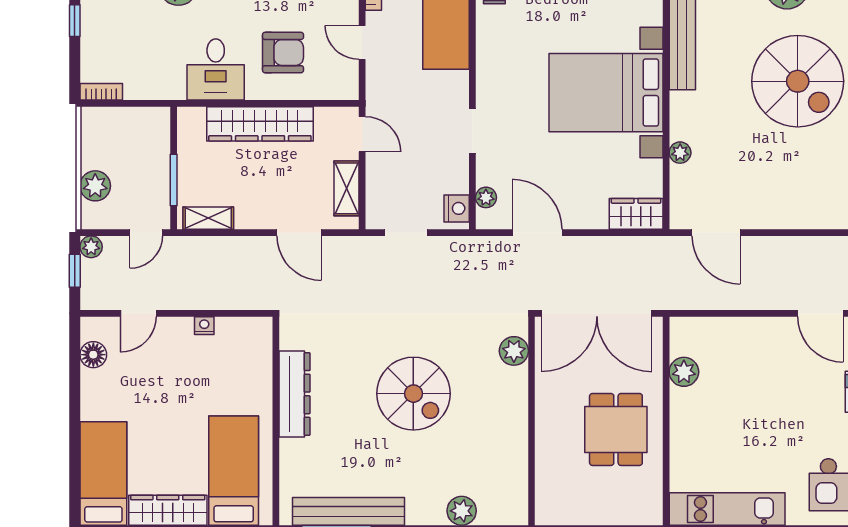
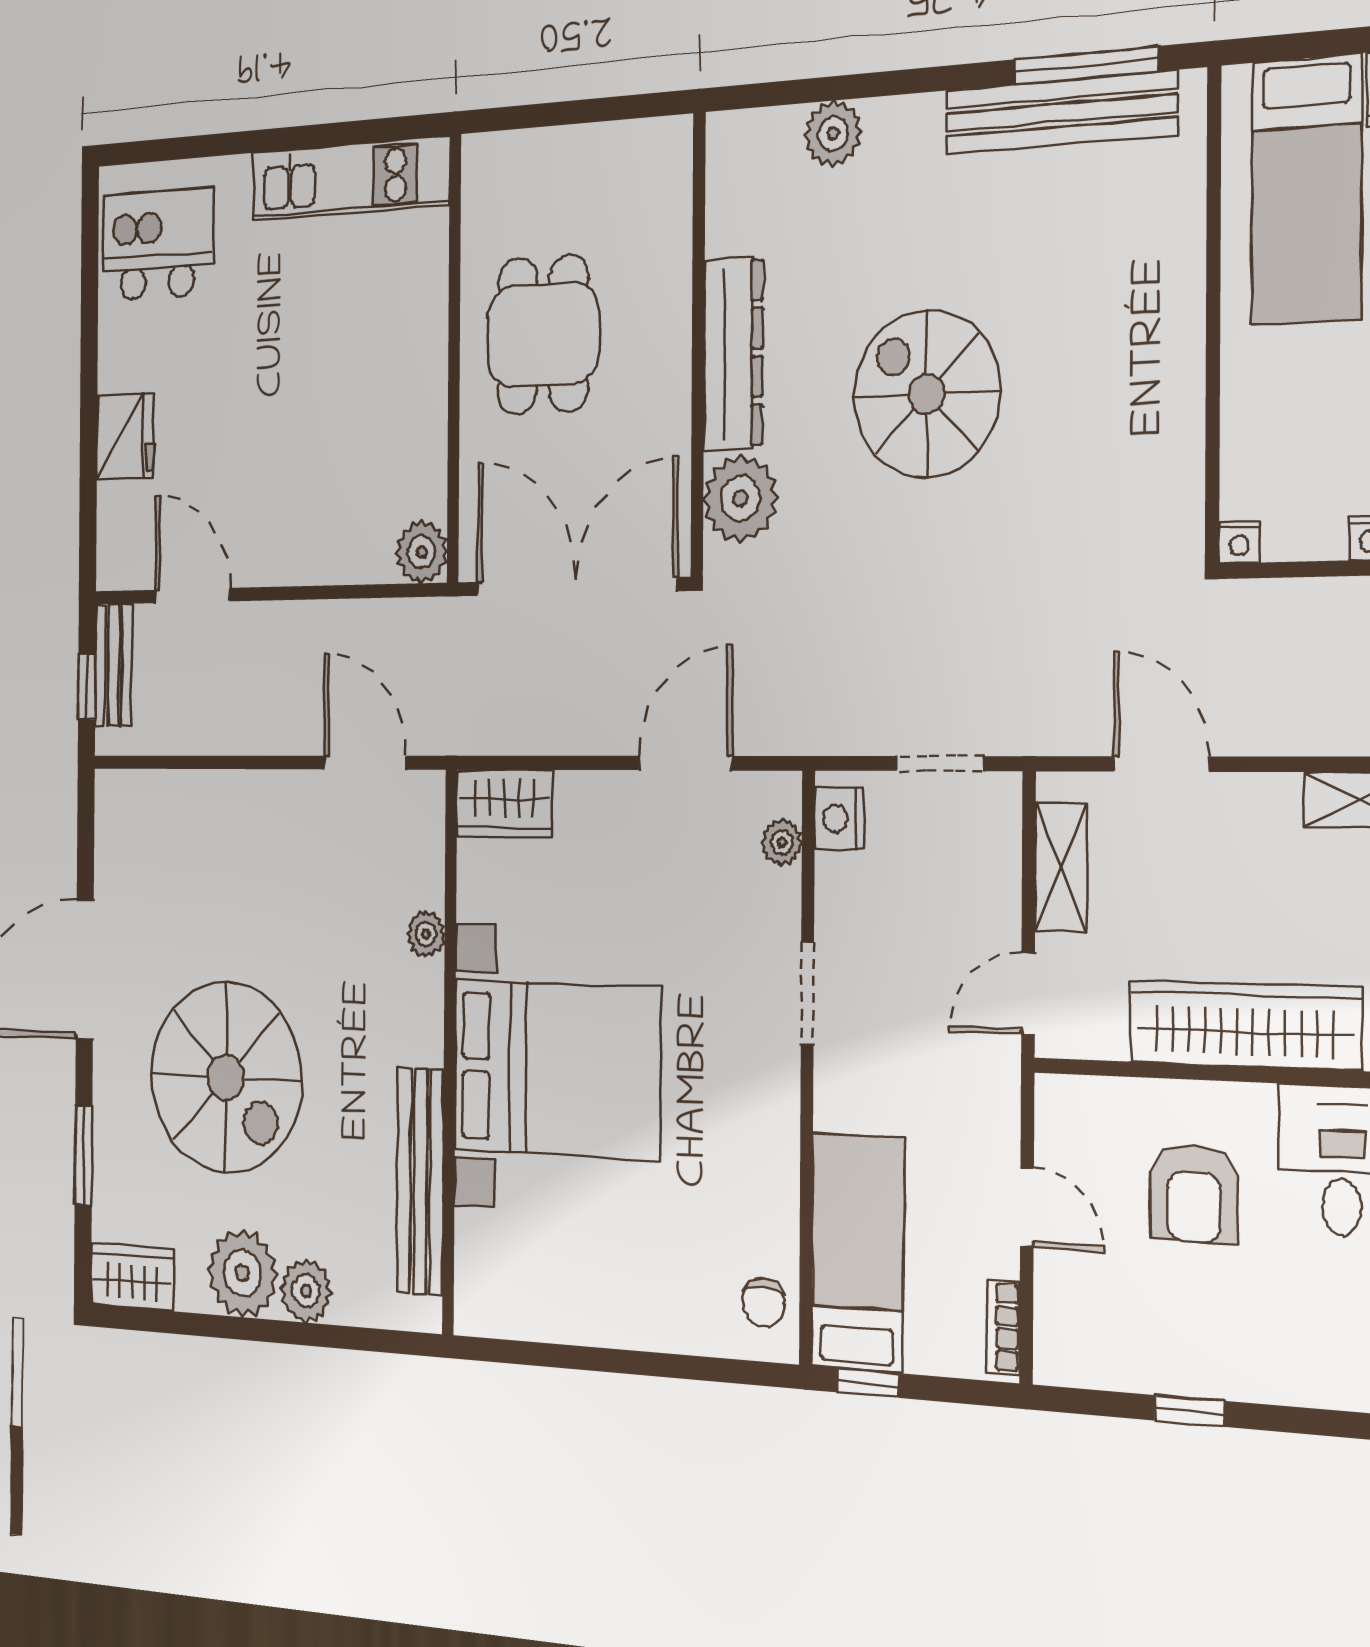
armchair: (283, 53) -> (1194, 1193), turned -90
spiral stairs: (798, 81) -> (226, 1077), turned 180
door: (362, 134) -> (1028, 993), hinge flipped
door: (537, 233) -> (685, 763), swing flipped
nightstand: (263, 325) -> (1239, 542), added
plant: (514, 351) -> (740, 498), width x1.36, depth x1.36
plant: (684, 372) -> (422, 552), moved
dresser: (295, 394) -> (733, 354), moved, turned 180

